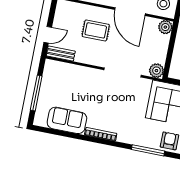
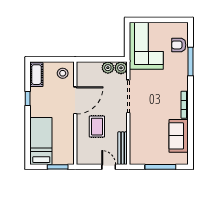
plant: (165, 27) -> (108, 68), moved
bench: (61, 54) -> (123, 148), width x1.36

